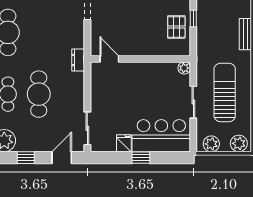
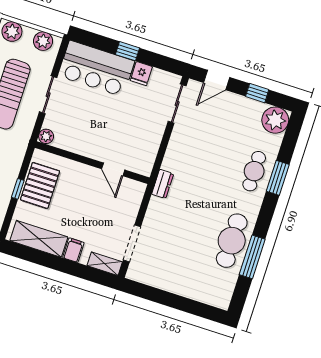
pallet: (176, 27) -> (40, 185), width x1.50, depth x1.42
door: (109, 59) -> (113, 169), moved
cafe table: (39, 94) -> (219, 160), removed

